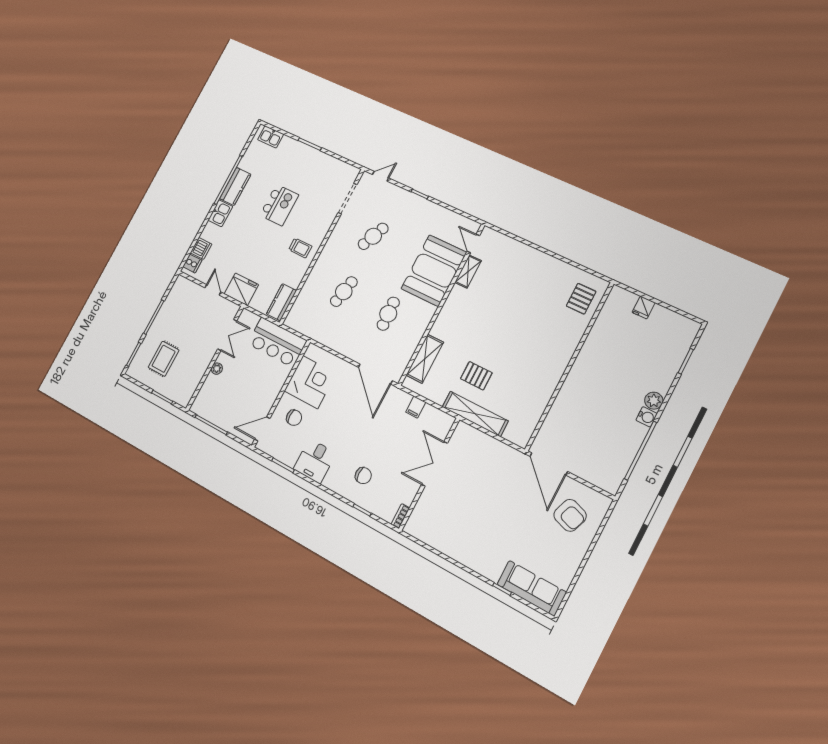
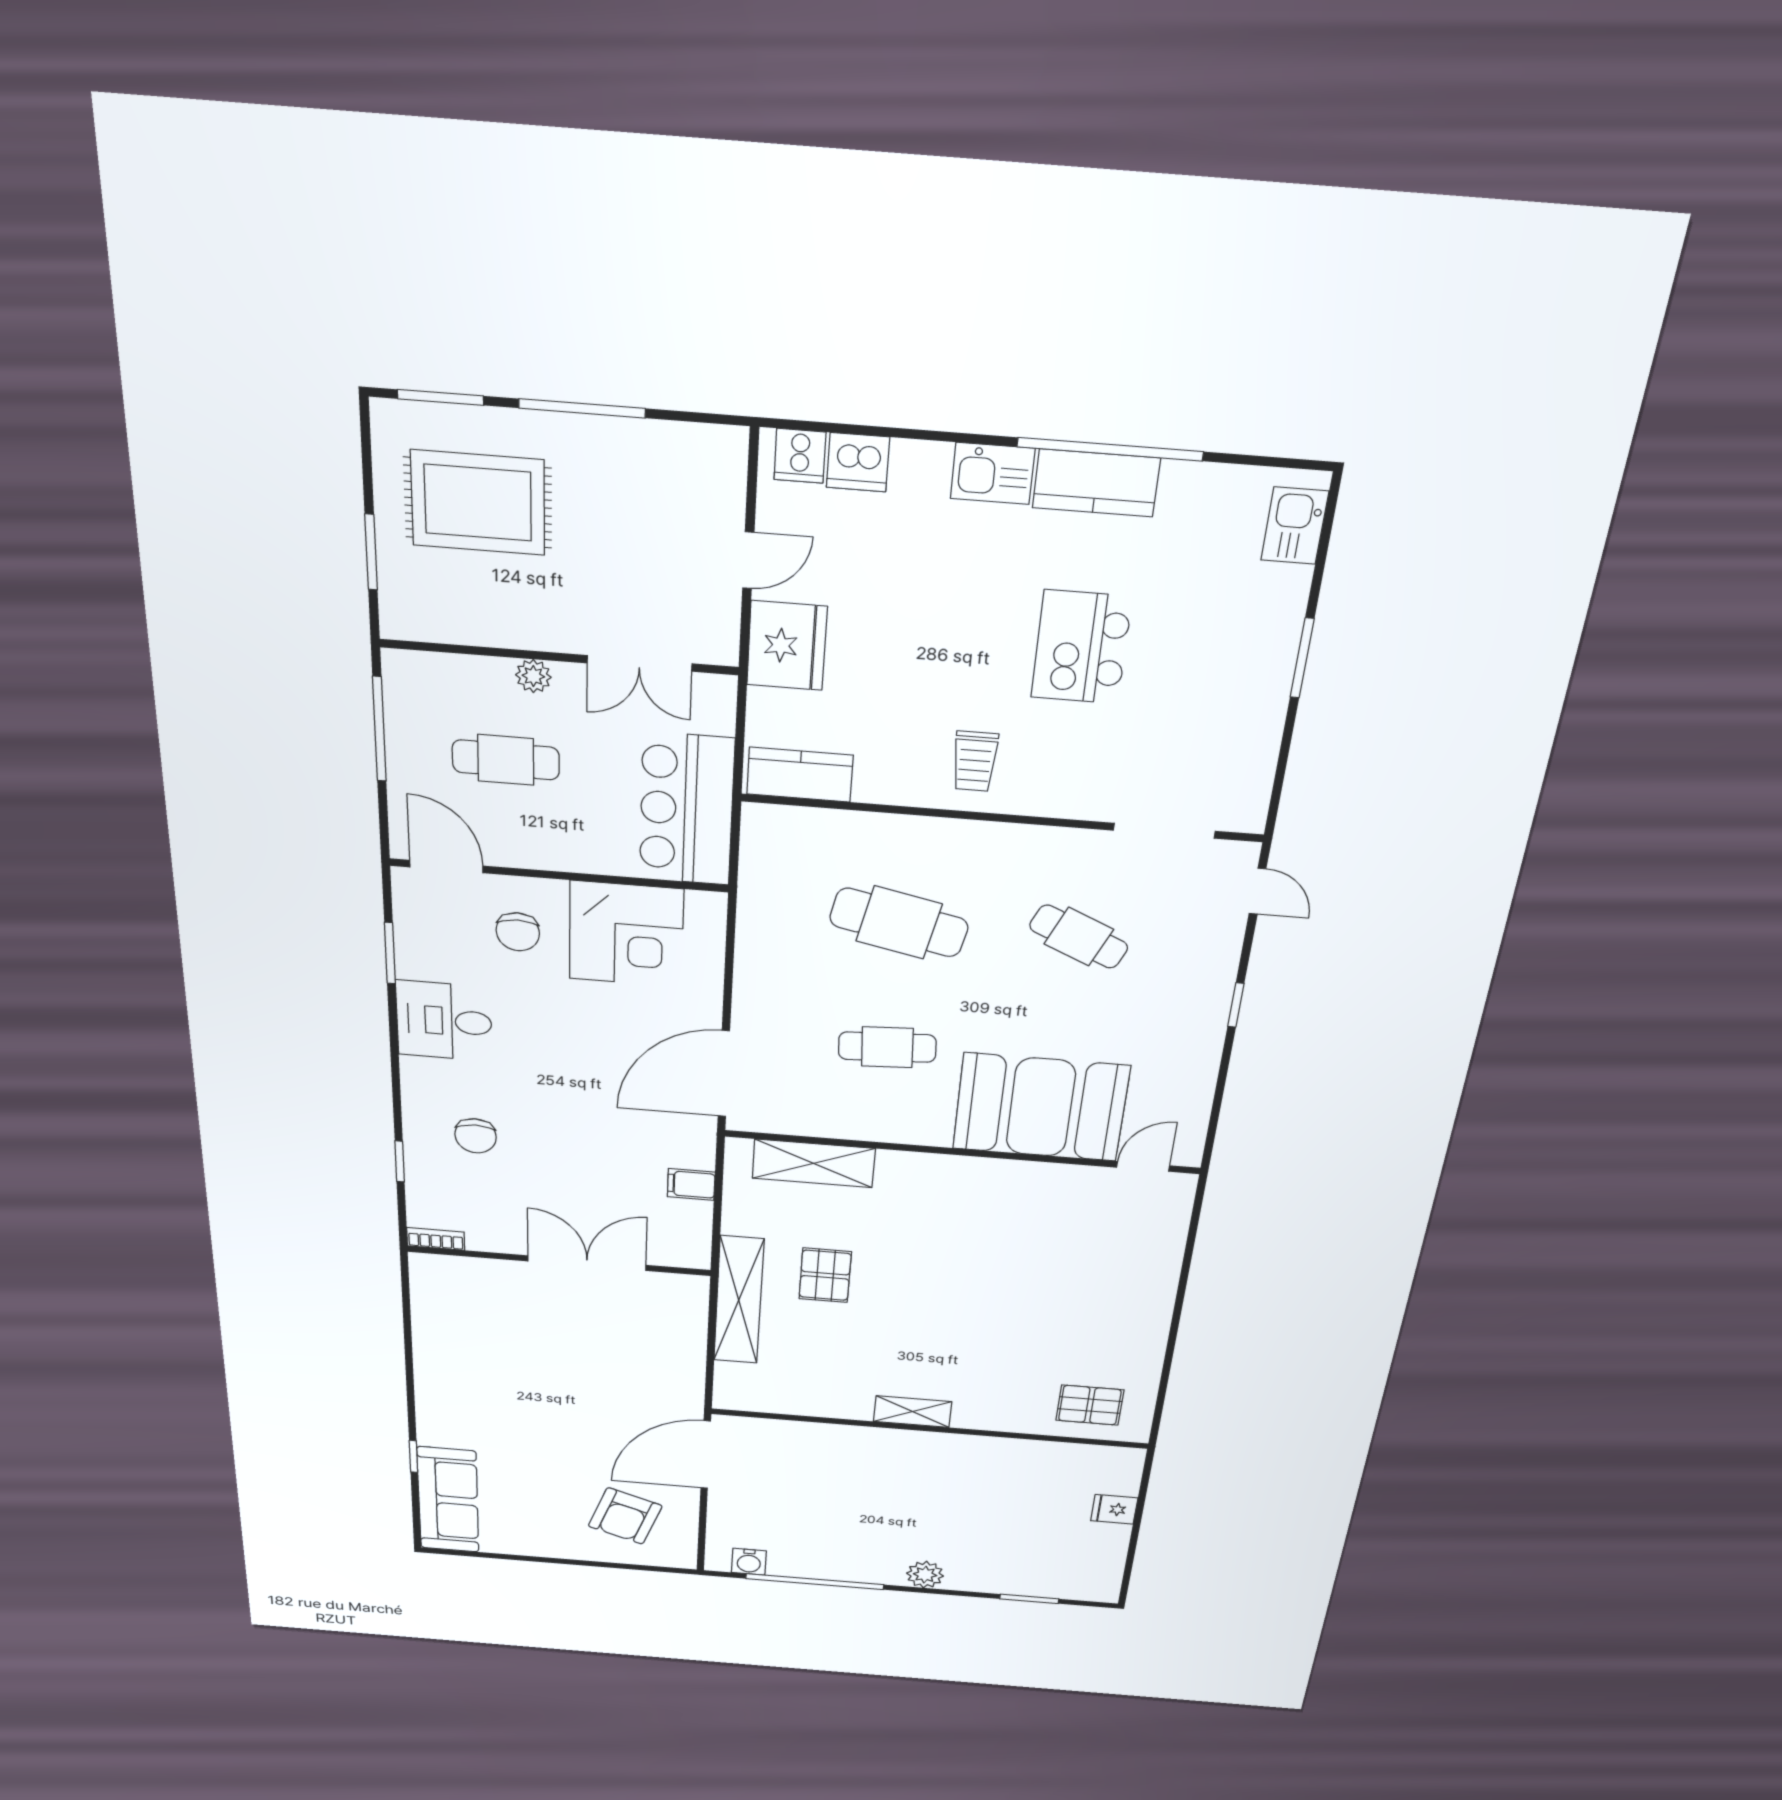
kitchen island: (279, 205) -> (1081, 647), turned 90
shelving: (468, 272) -> (913, 1412), moved
cafe table: (344, 292) -> (899, 922), width x1.37, depth x1.35
rug: (164, 359) -> (478, 503), width x1.36, depth x1.43
cafe table: (237, 391) -> (506, 760), added
water cooler: (647, 417) -> (749, 1562), moved

